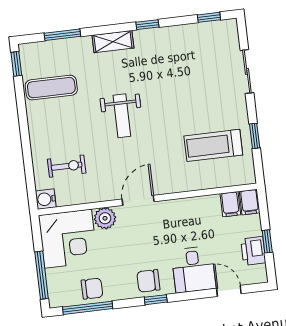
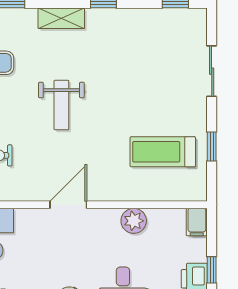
filing cabinet: (230, 204) -> (174, 222), removed
plant: (105, 218) -> (134, 221), moved

